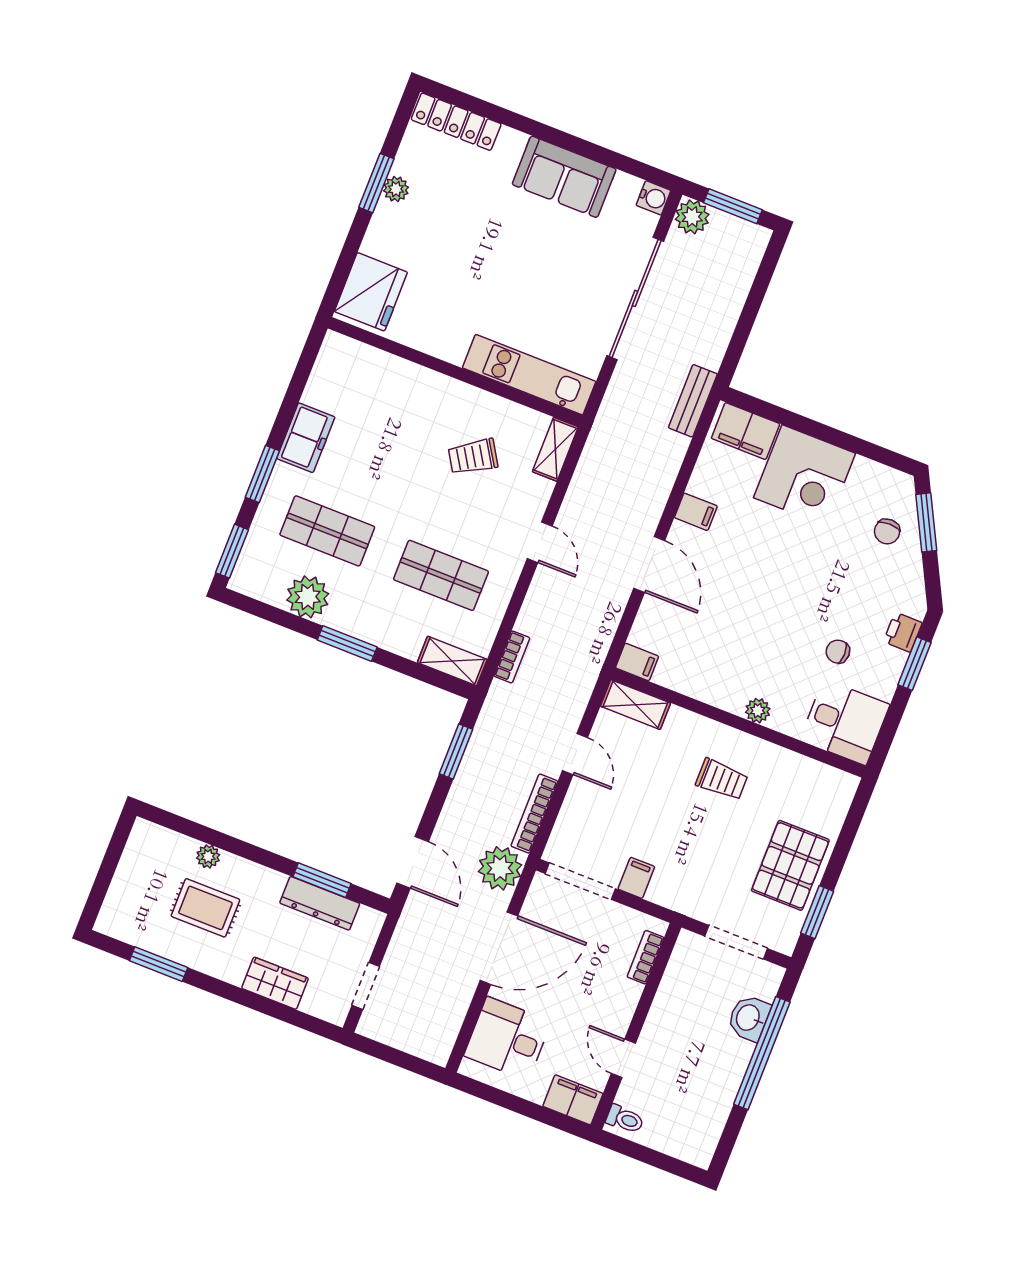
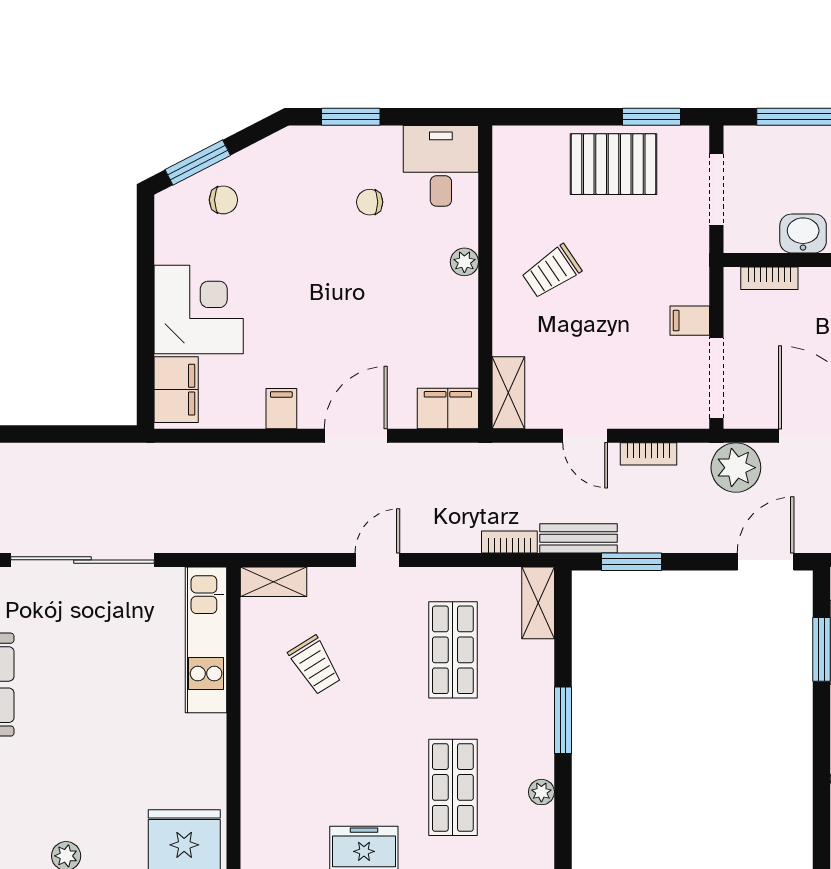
bench: (693, 401) -> (578, 538), moved
plant: (308, 597) -> (541, 792), width x0.53, depth x0.53
printer: (903, 632) -> (323, 142), removed
chair: (838, 652) -> (370, 202), turned 90
filing cabinet: (637, 662) -> (448, 409), width x2.00
door: (575, 754) -> (585, 436), swing flipped
trolley: (722, 779) -> (551, 271), turned -124
bookcase: (534, 814) -> (648, 454), width x0.64
washbasin: (749, 1018) -> (803, 233), moved, turned 180

